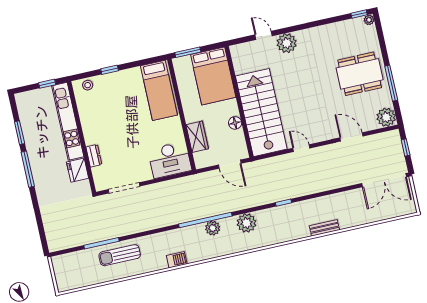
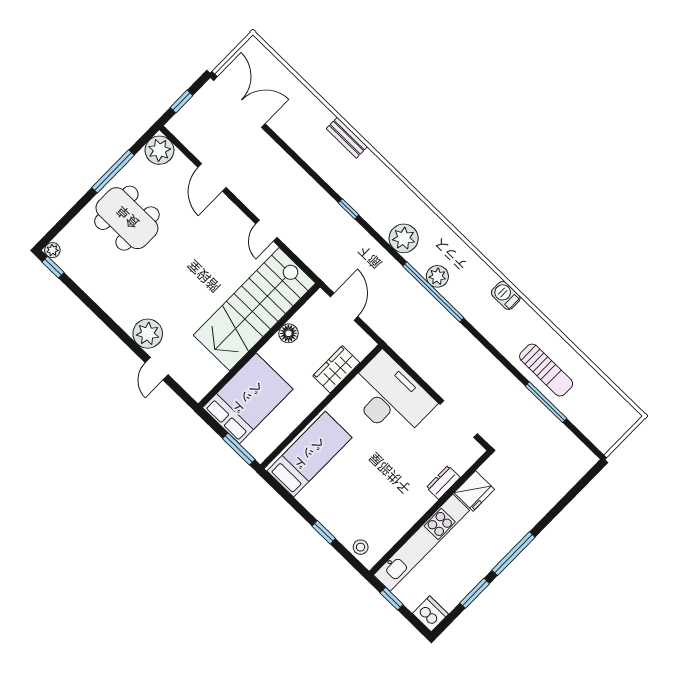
dishwasher: (24, 100) -> (430, 614), added
desk: (170, 160) -> (390, 397), width x1.36, depth x1.30

